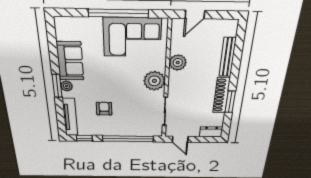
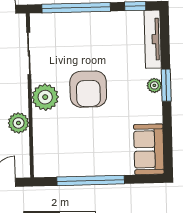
corner sofa: (132, 37) -> (74, 153), removed
sofa: (70, 61) -> (149, 149), moved
armchair: (104, 109) -> (88, 89), moved, width x1.88, depth x1.88

